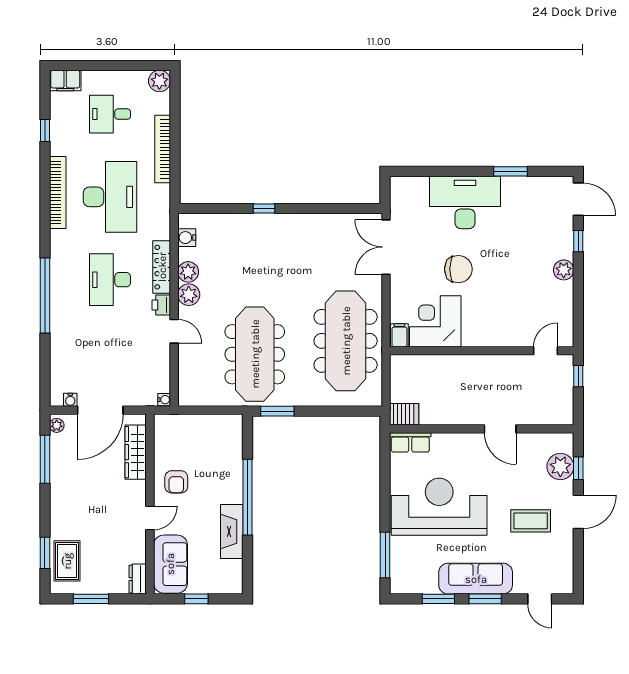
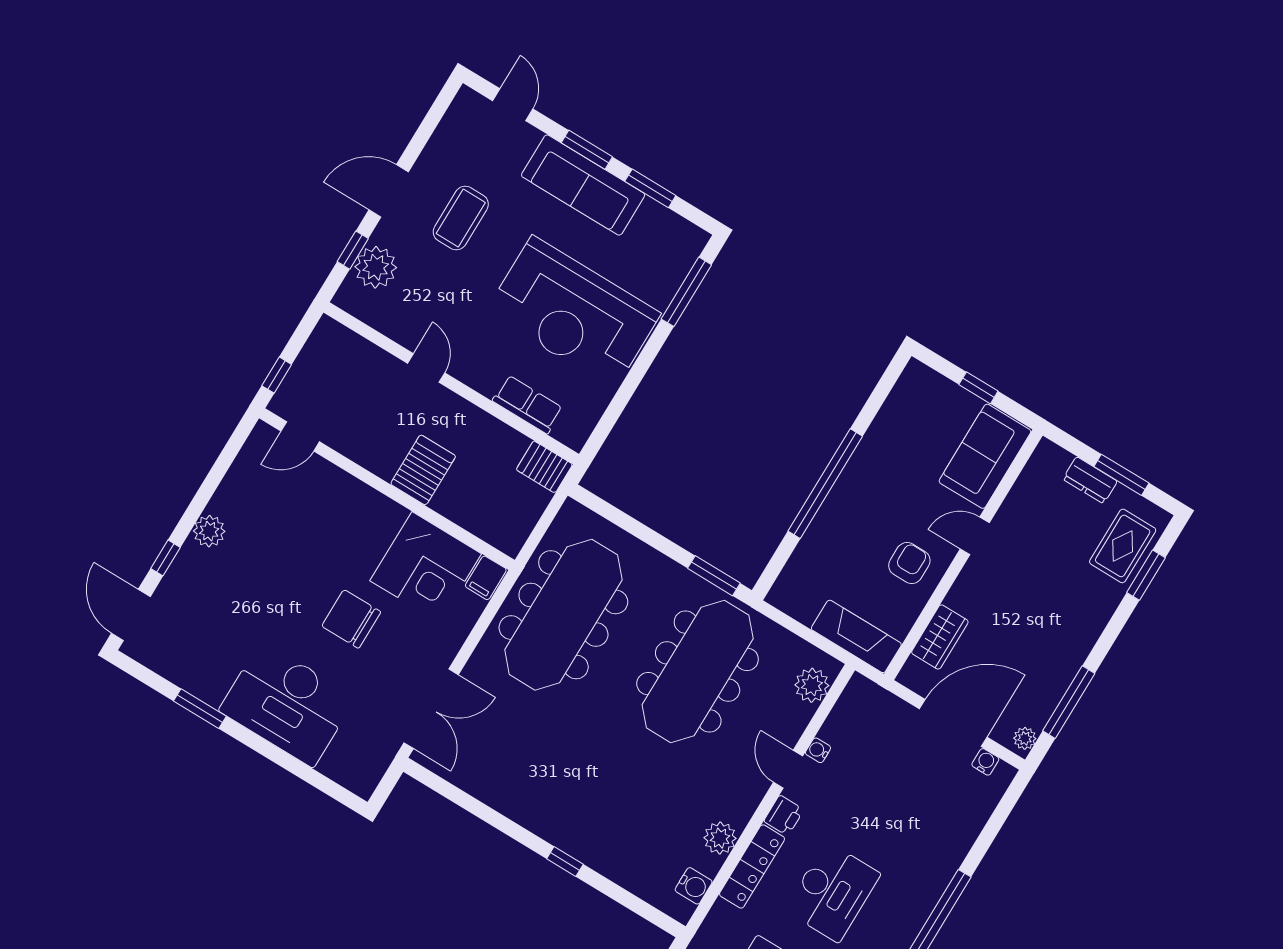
plant: (189, 295) -> (812, 685), moved
server rack: (468, 373) -> (423, 470), added
water cooler: (164, 400) -> (818, 750), moved
door: (500, 429) -> (426, 368), width x0.73
row of seats: (410, 442) -> (528, 404), moved
wardrobe: (136, 452) -> (940, 637), width x0.67
coffee table: (531, 521) -> (461, 218), turned 90
fireplace: (232, 532) -> (856, 636), moved, turned -90
dresser: (138, 579) -> (1090, 480), moved, turned 90

